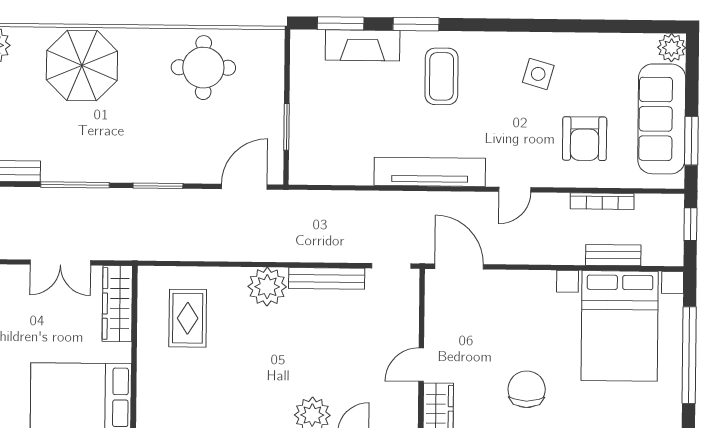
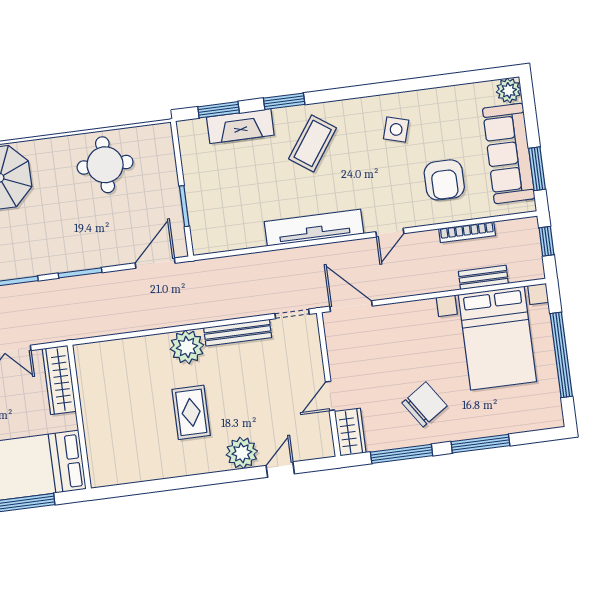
coffee table: (442, 76) -> (313, 143), turned 35
rug: (188, 318) -> (191, 412), moved
chair: (527, 389) -> (425, 404), turned 56

